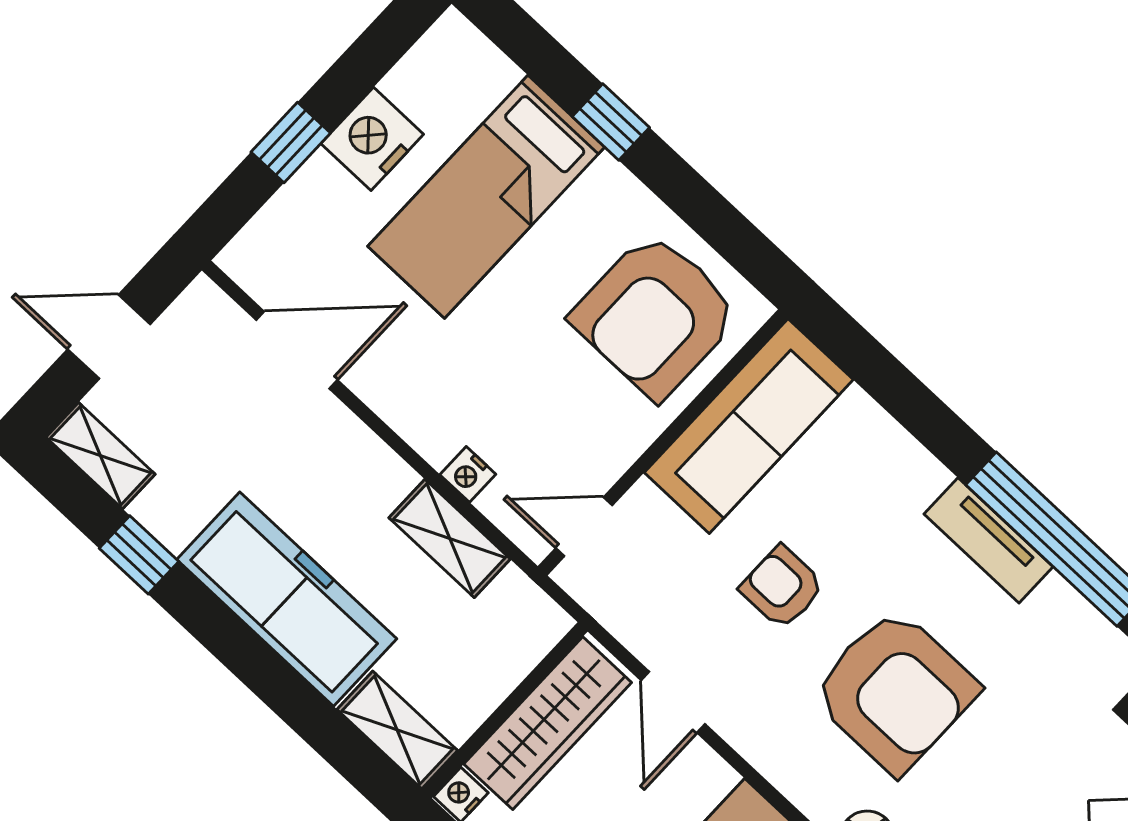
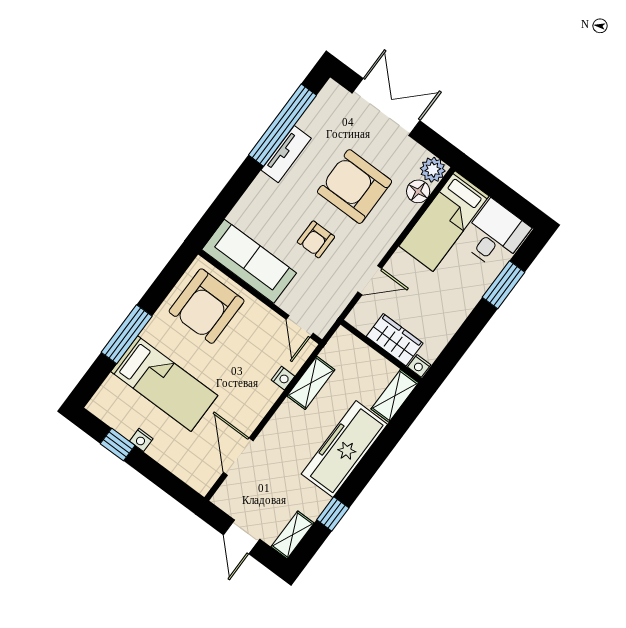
window: (611, 122) -> (127, 334), width x2.17
nightstand: (372, 139) -> (141, 440), width x0.53, depth x0.56
window: (291, 143) -> (118, 445), moved
armchair: (655, 315) -> (207, 306), turned 90
armchair: (895, 691) -> (355, 187), turned -90
wardrobe: (548, 723) -> (395, 340), width x0.67

